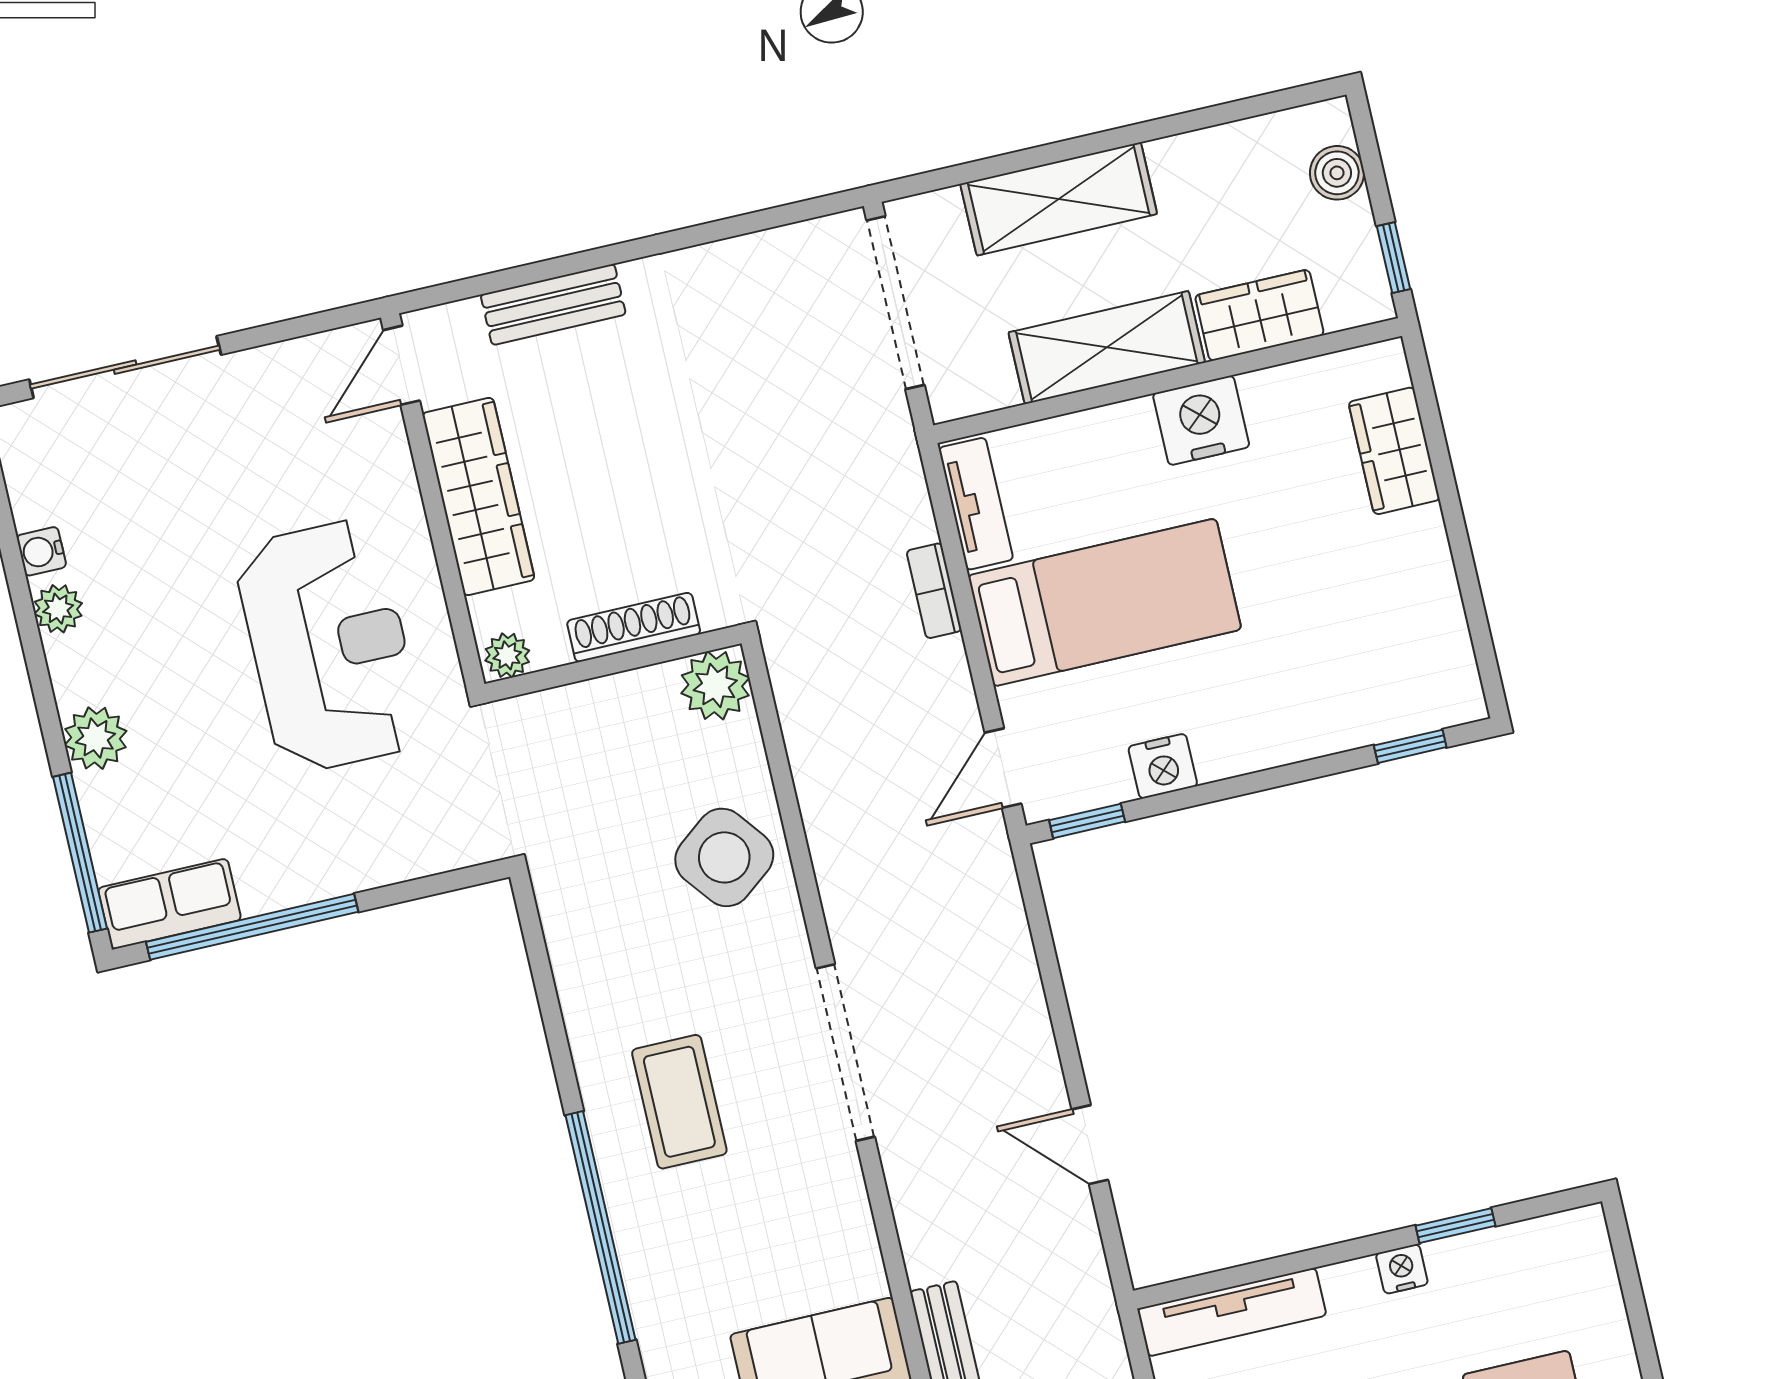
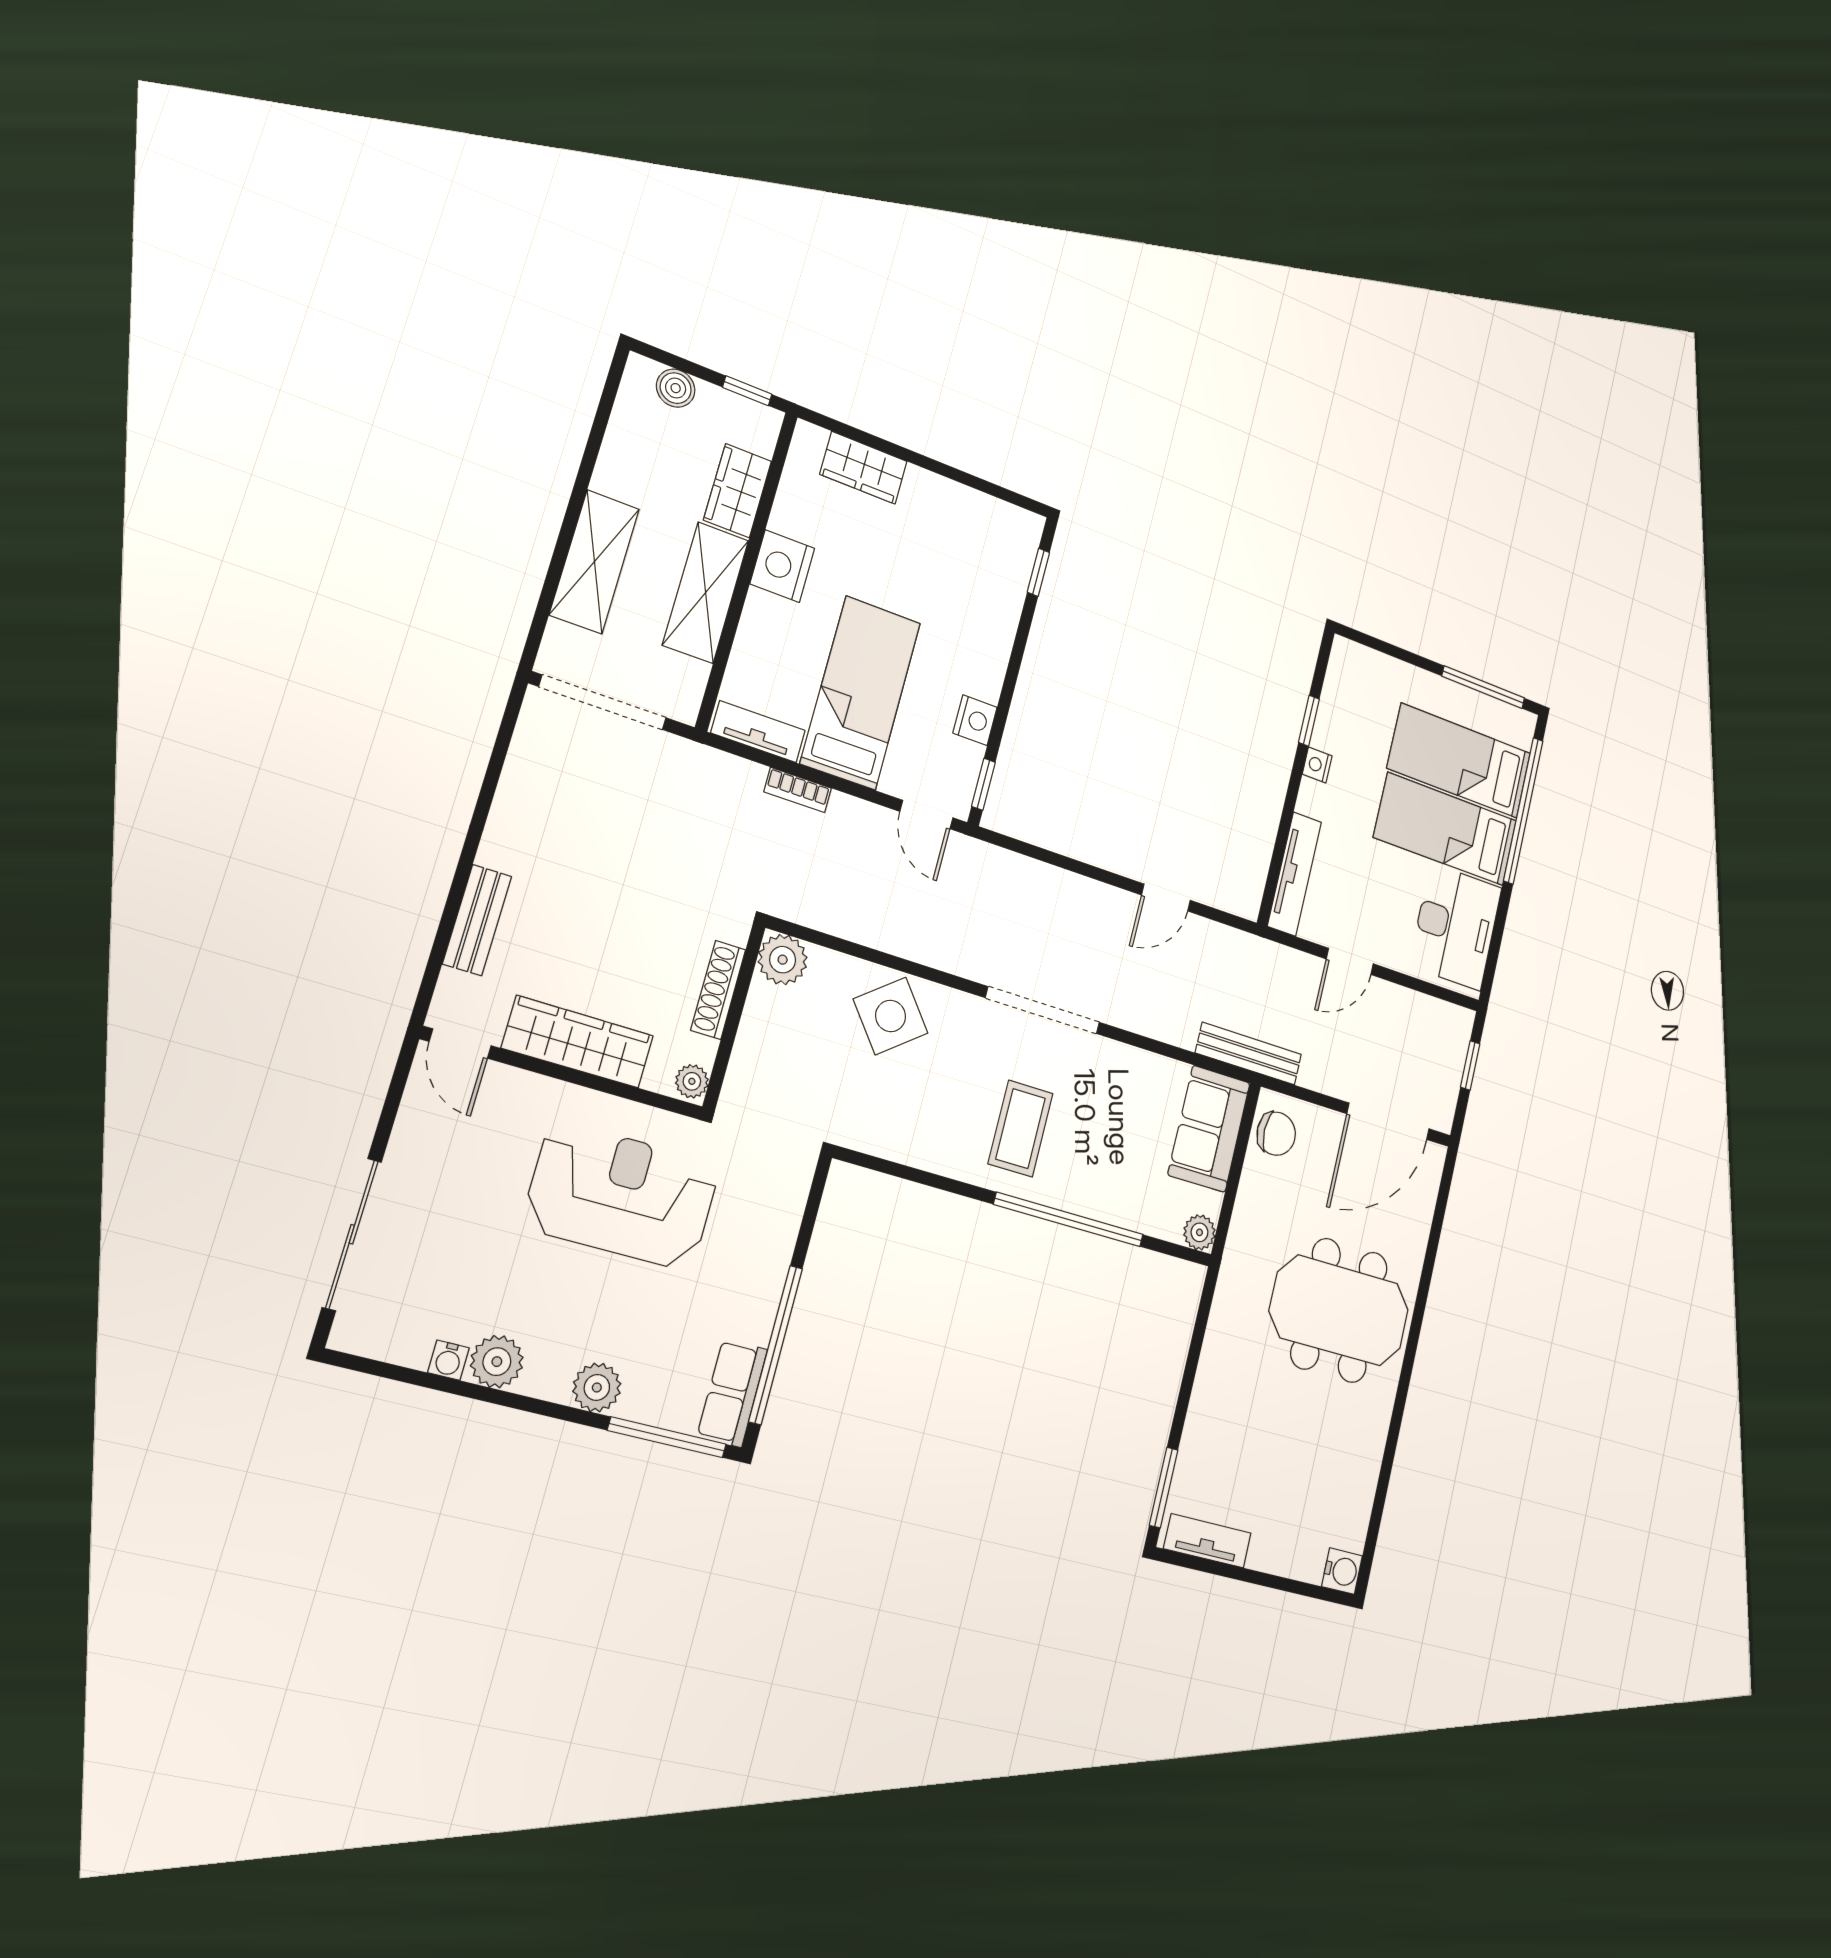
plant: (58, 609) -> (497, 1362), width x1.38, depth x1.38
coffee table: (679, 1102) -> (1021, 1129), turned 90

